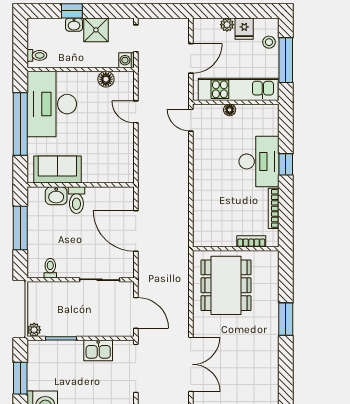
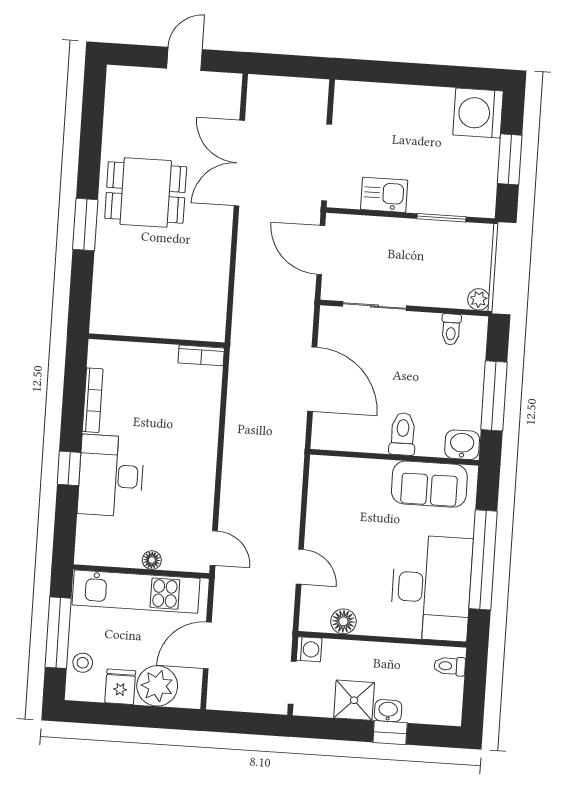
plant: (227, 25) -> (157, 686), width x1.88, depth x1.88
washbasin: (56, 196) -> (462, 445), moved
bookcase: (251, 241) -> (201, 355), moved
dining table: (226, 285) -> (146, 192), moved, width x0.73
plant: (34, 330) -> (479, 299), moved

